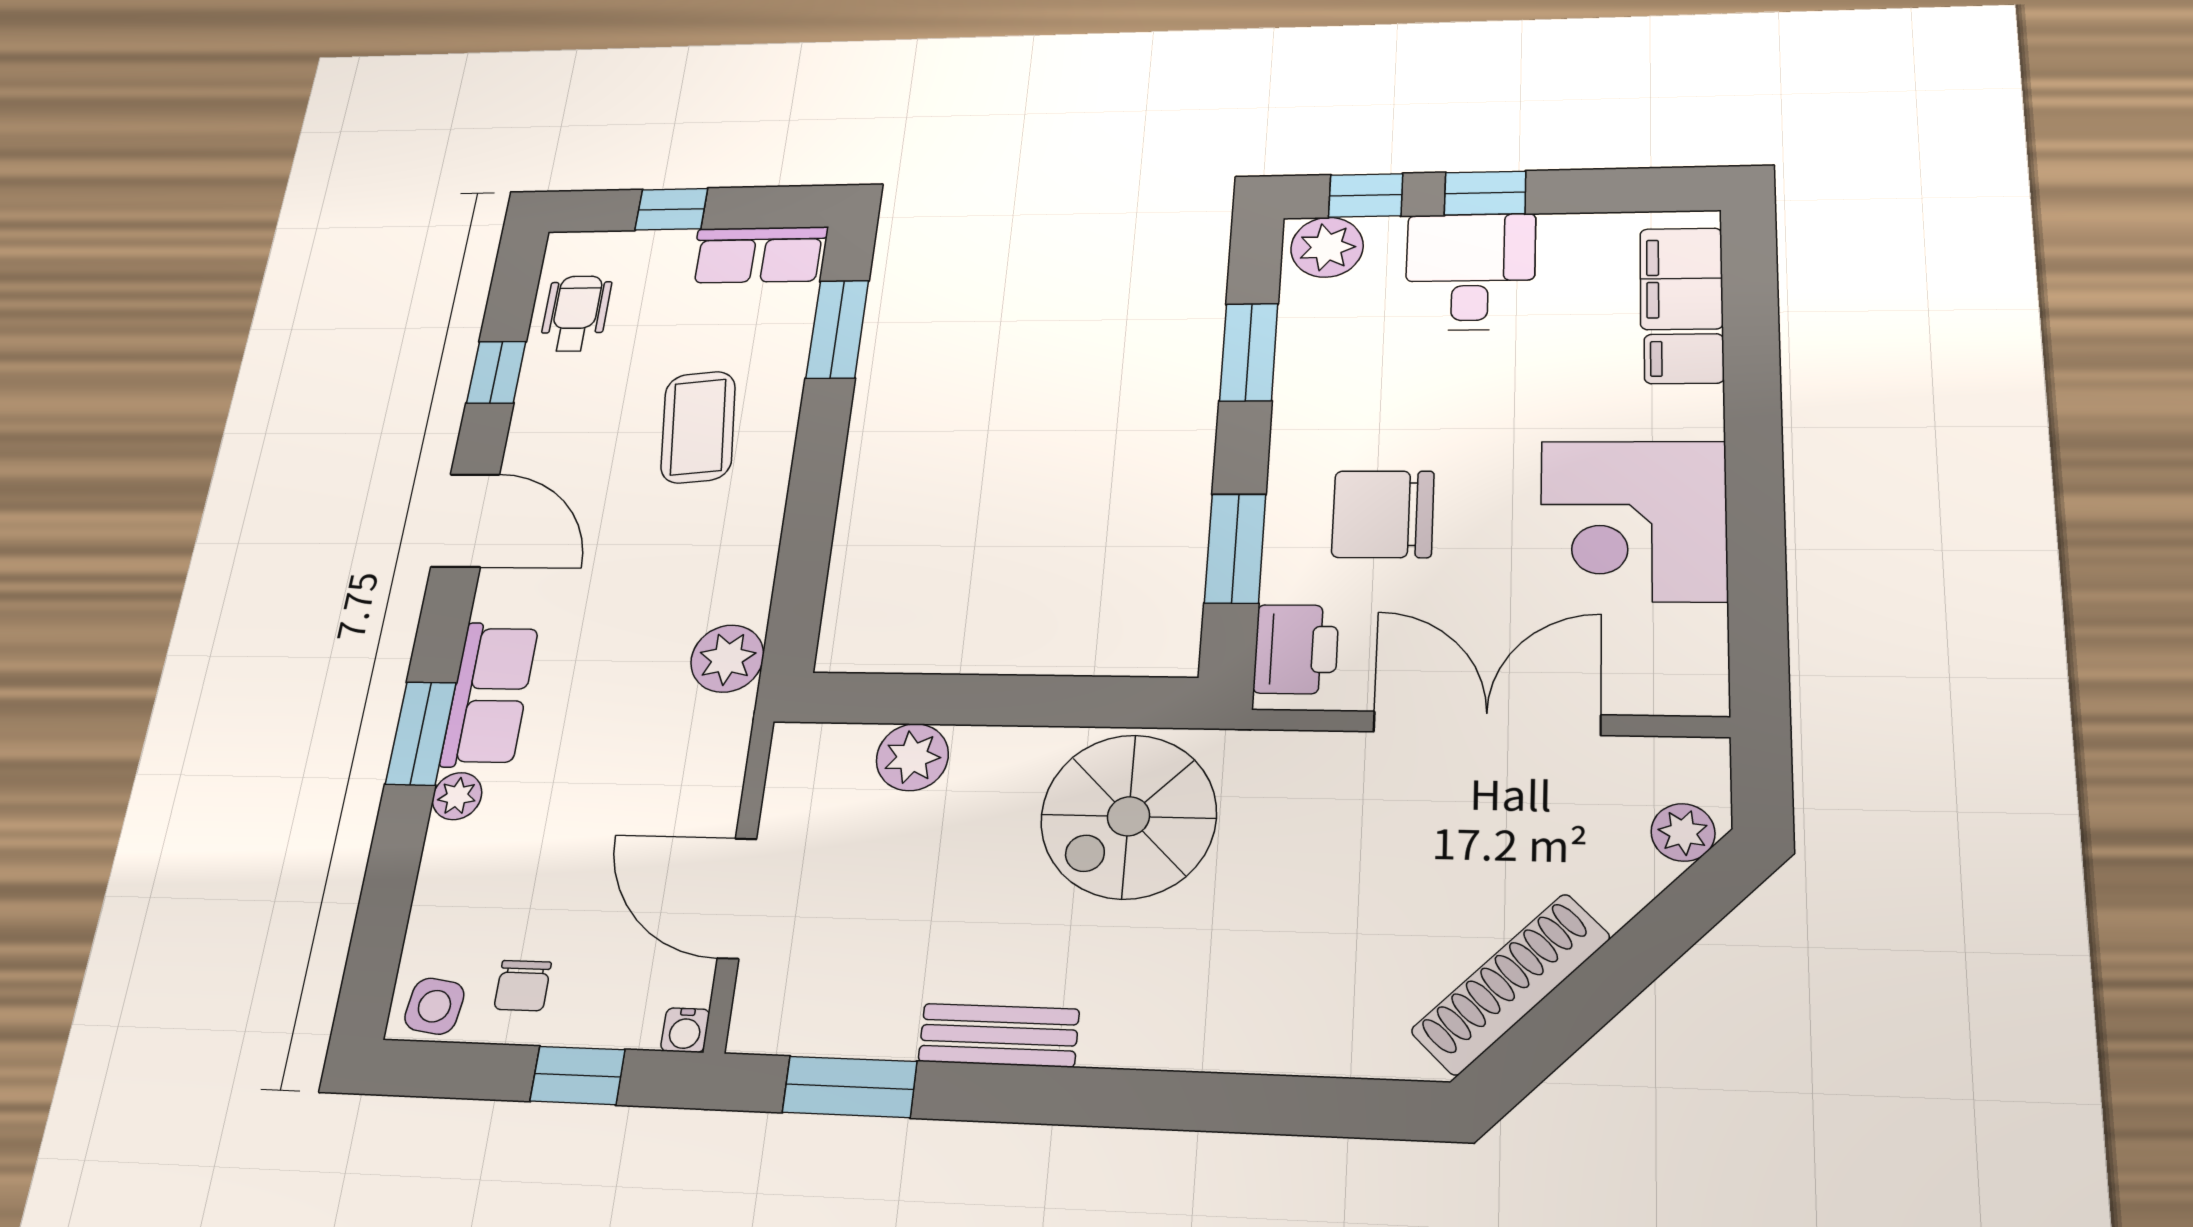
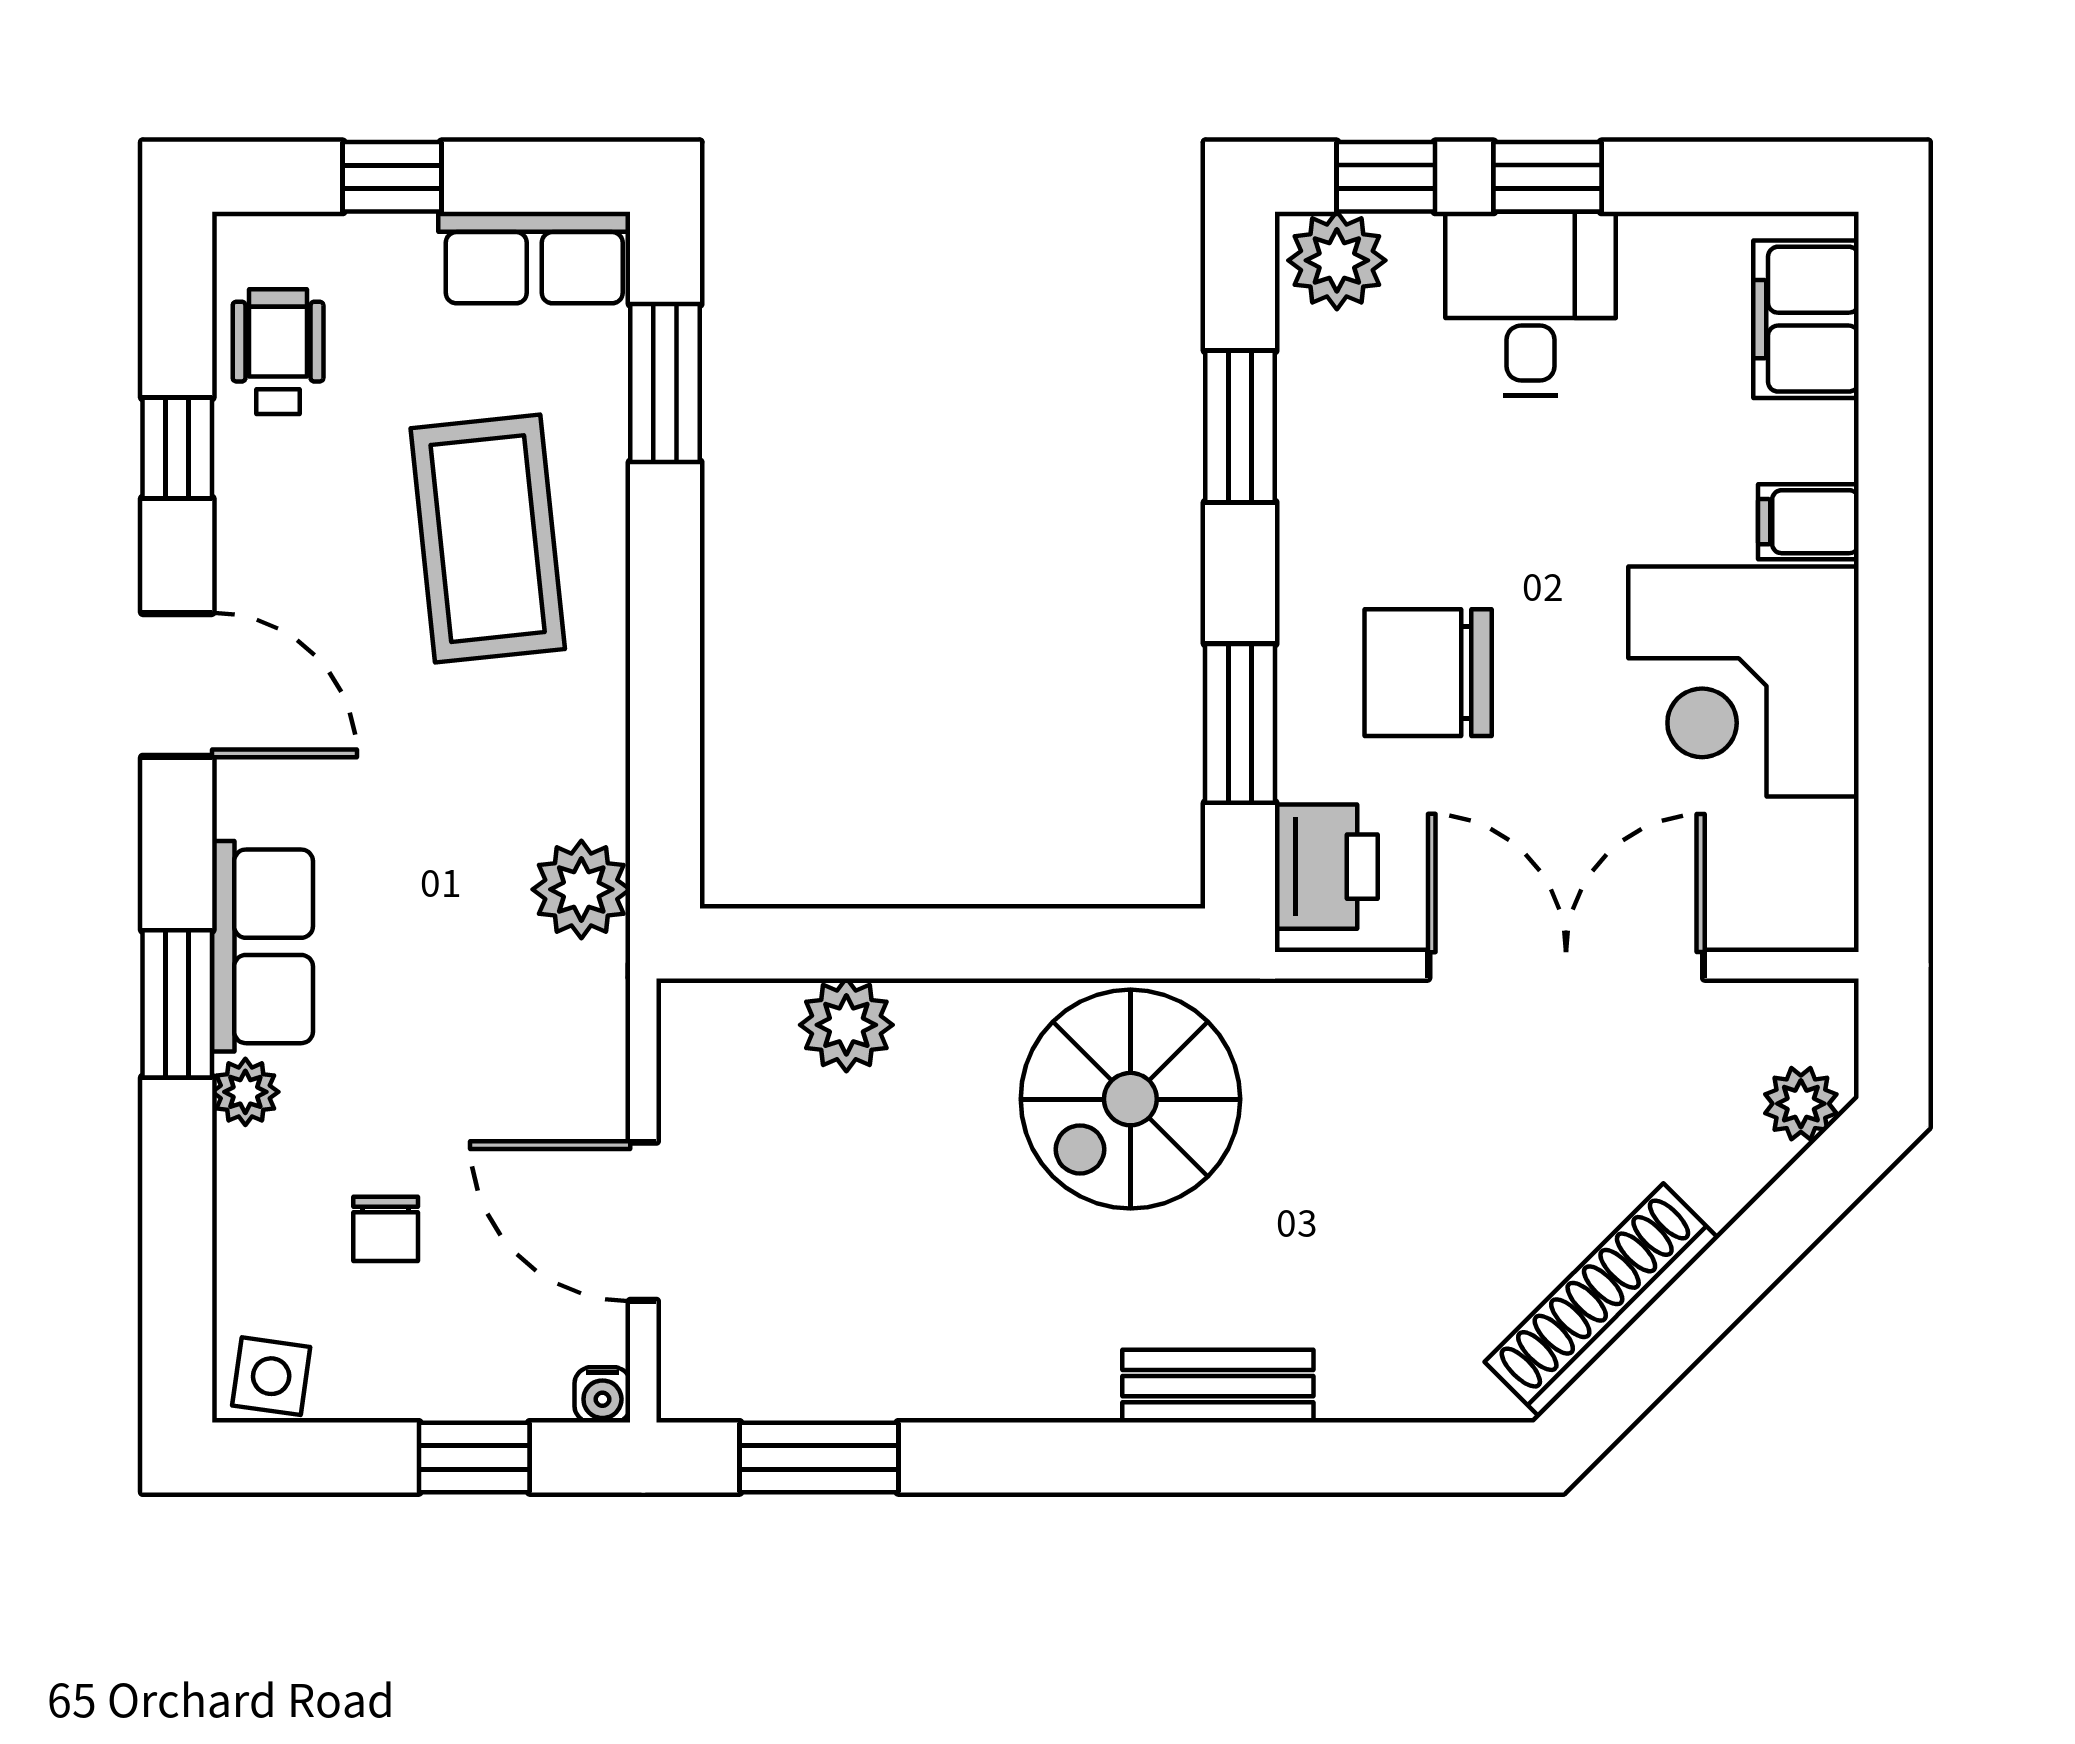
filing cabinet: (1684, 359) -> (1808, 522), moved
coffee table: (698, 427) -> (488, 539), width x1.36, depth x1.32
chair: (523, 986) -> (386, 1229), moved
bench: (999, 1035) -> (1218, 1386), moved

